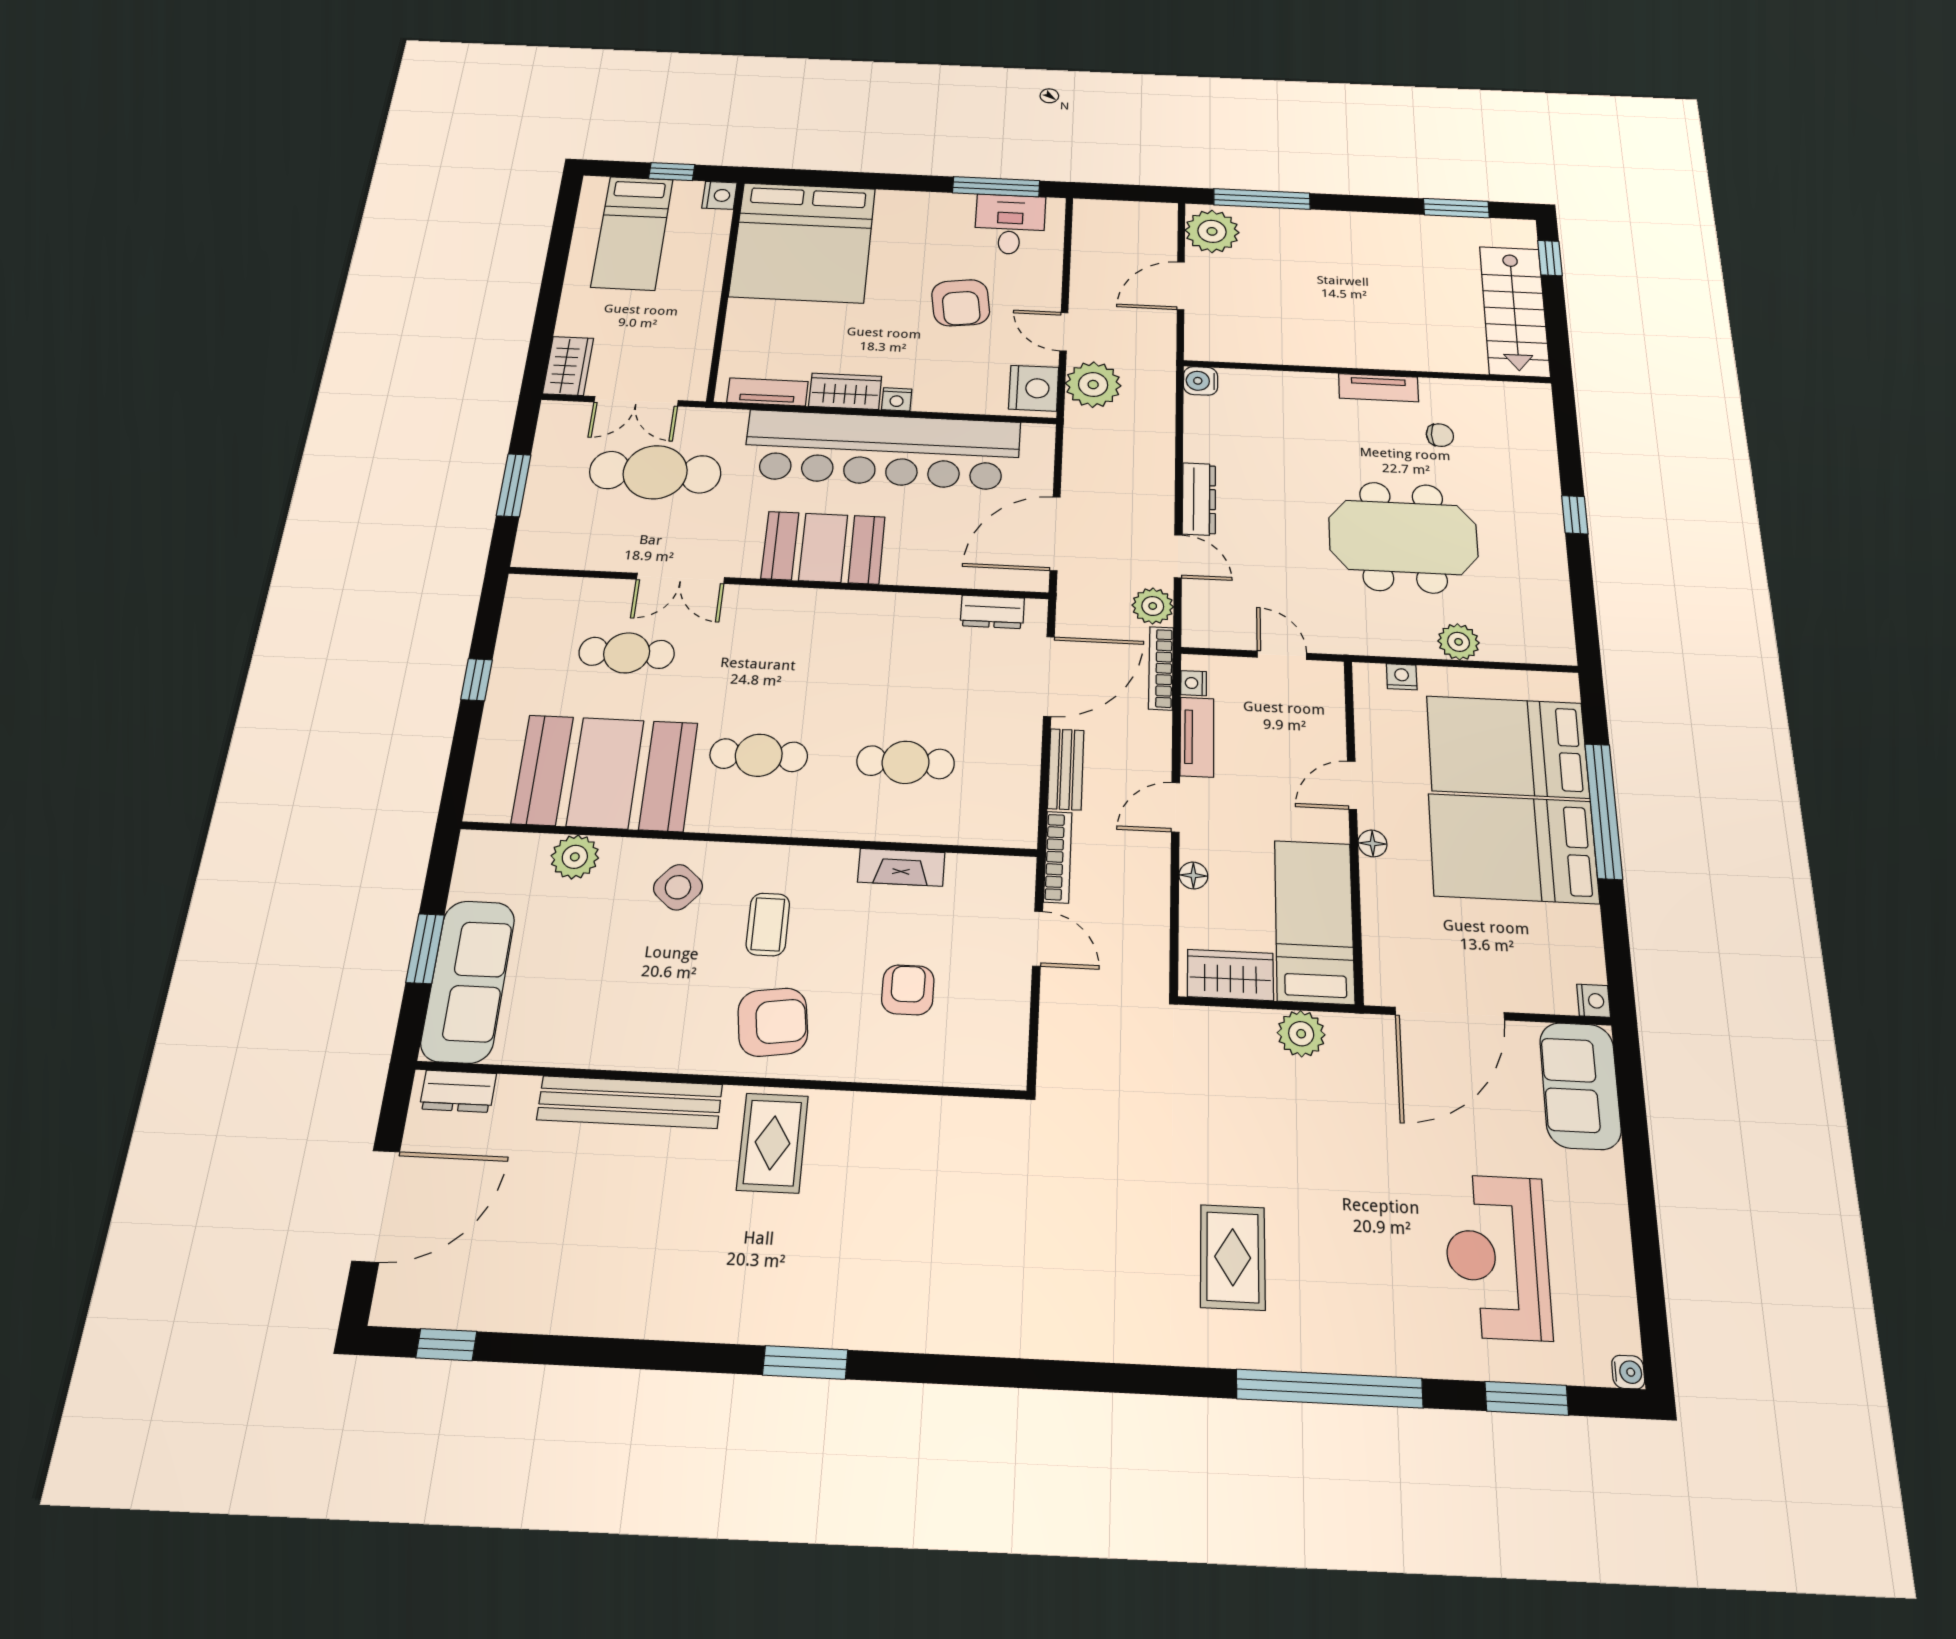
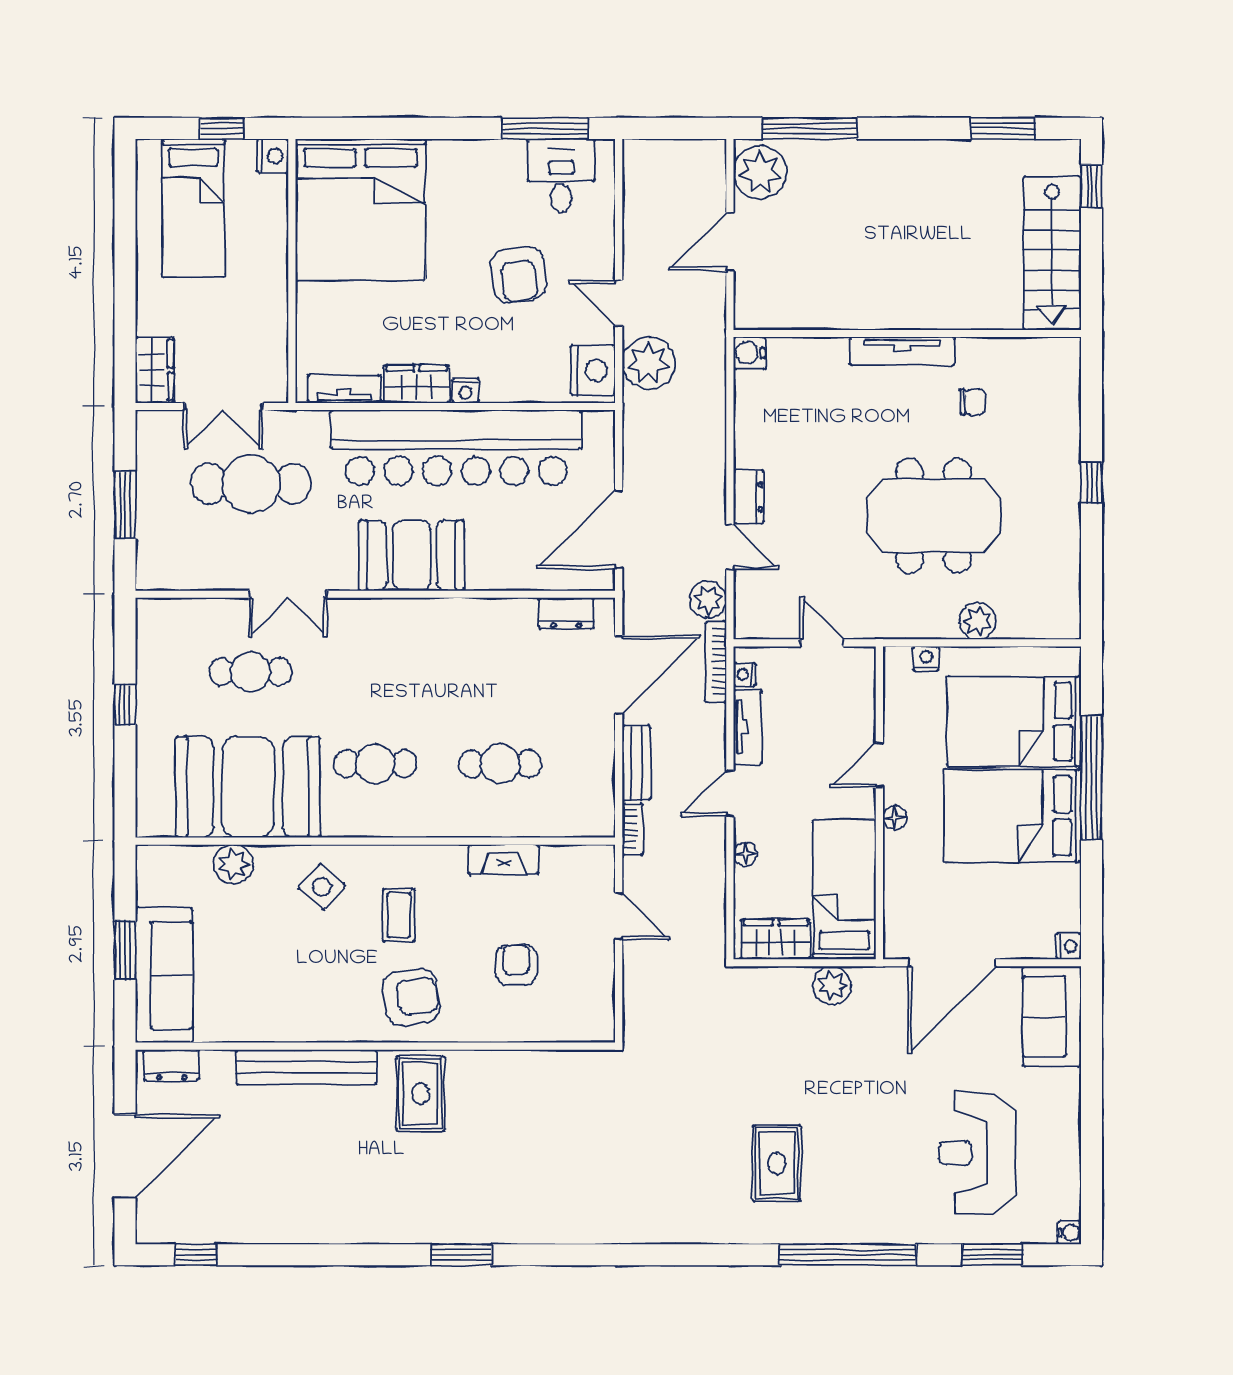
tv unit: (1379, 388) -> (902, 351), width x1.41
dresser: (1199, 499) -> (748, 497), width x0.70
bookcase: (1058, 857) -> (633, 829), width x0.64

